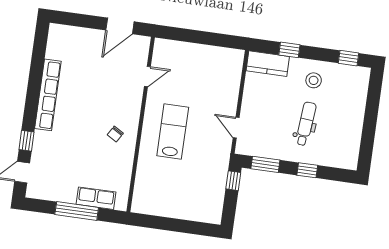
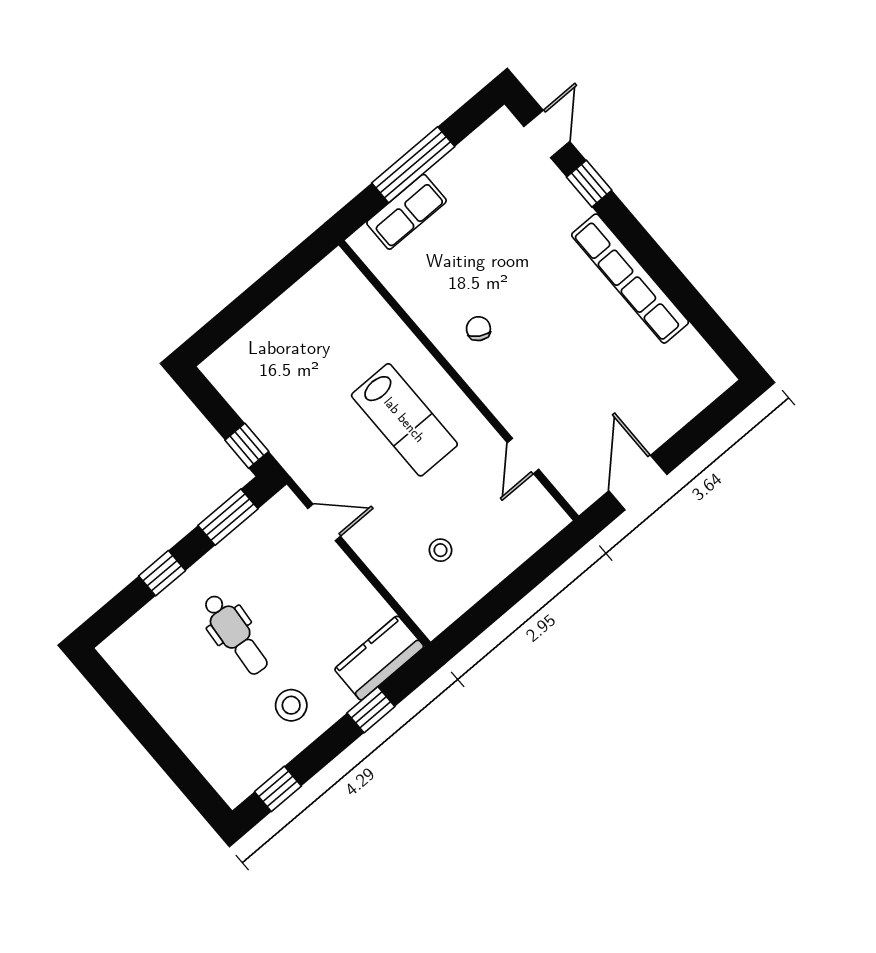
stool: (209, 76) -> (440, 550), added

